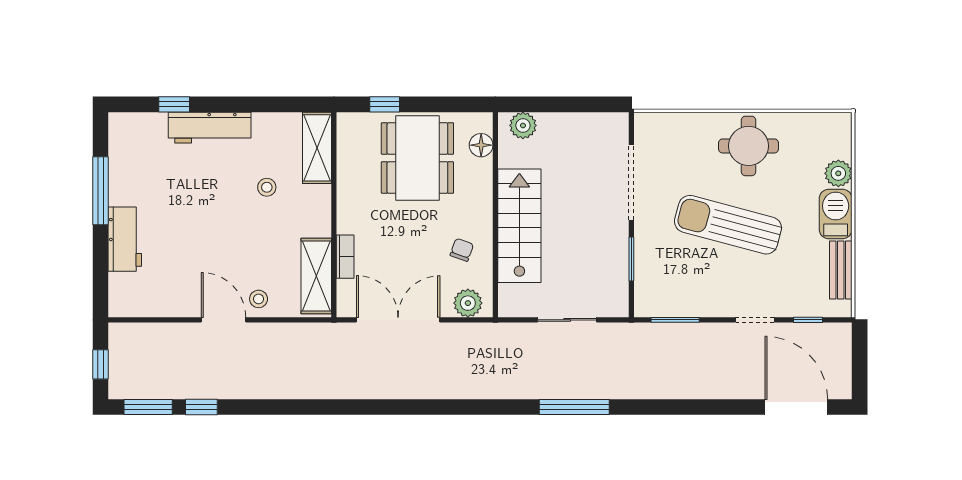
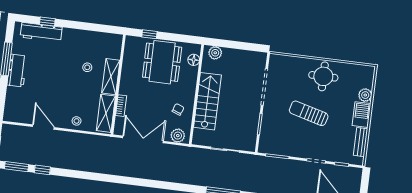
workbench: (210, 128) -> (41, 32), moved
shelving: (317, 148) -> (111, 77), moved
sun lounger: (728, 225) -> (309, 113), width x0.73, depth x0.75
workbench: (125, 239) -> (17, 71), moved
door: (223, 320) -> (43, 127), moved

